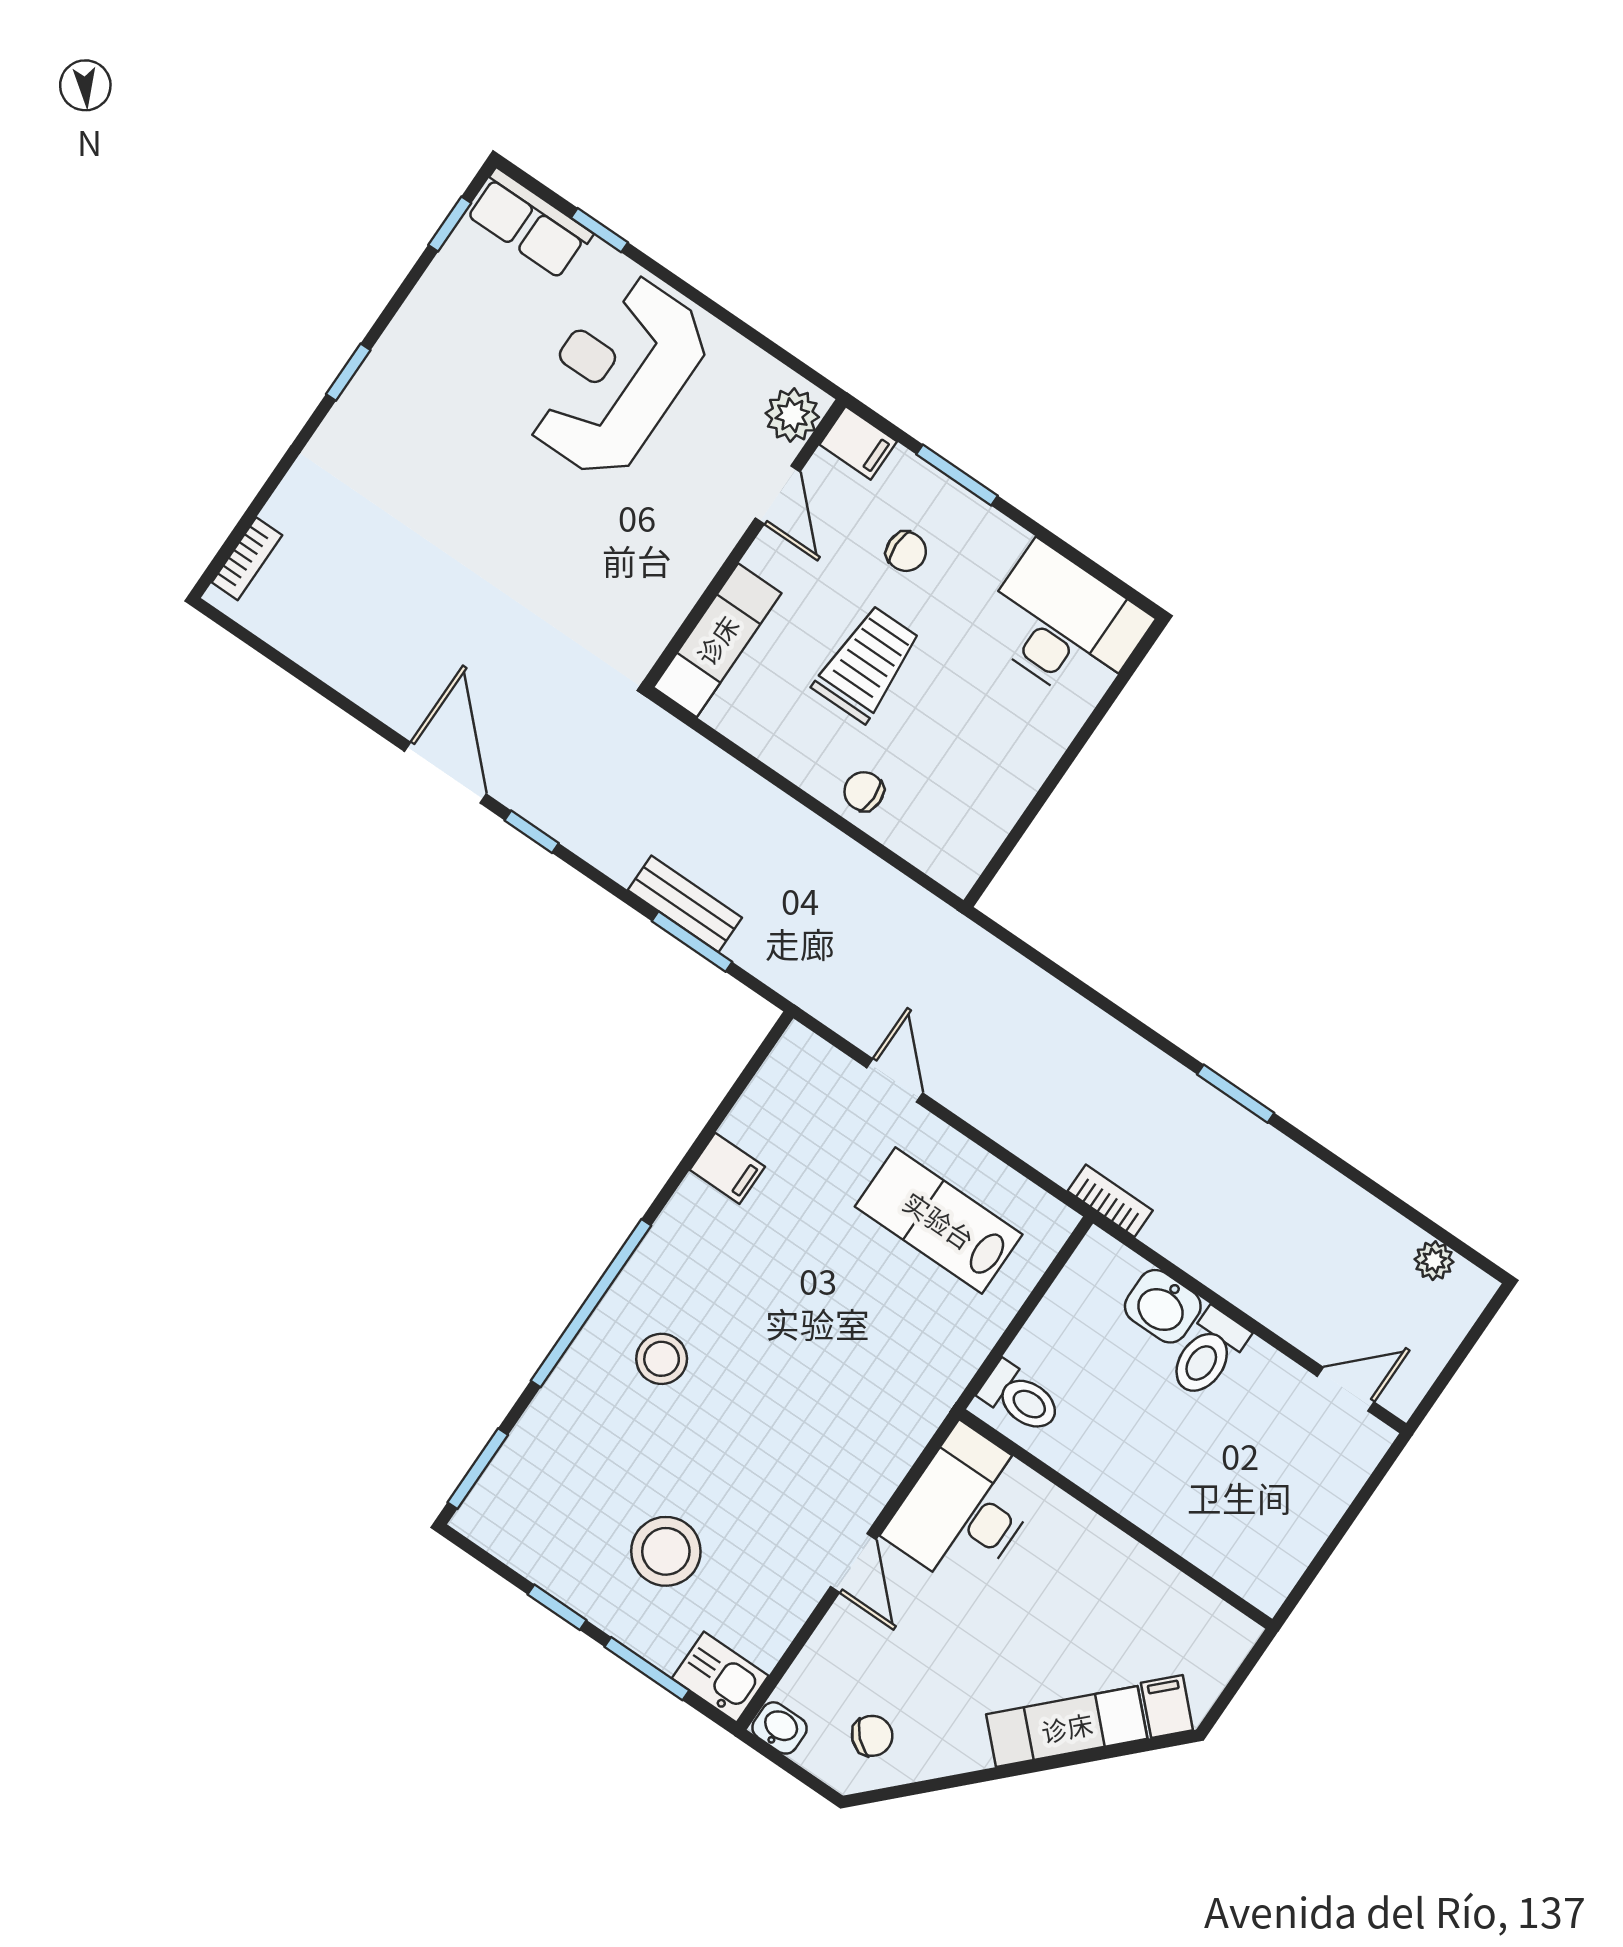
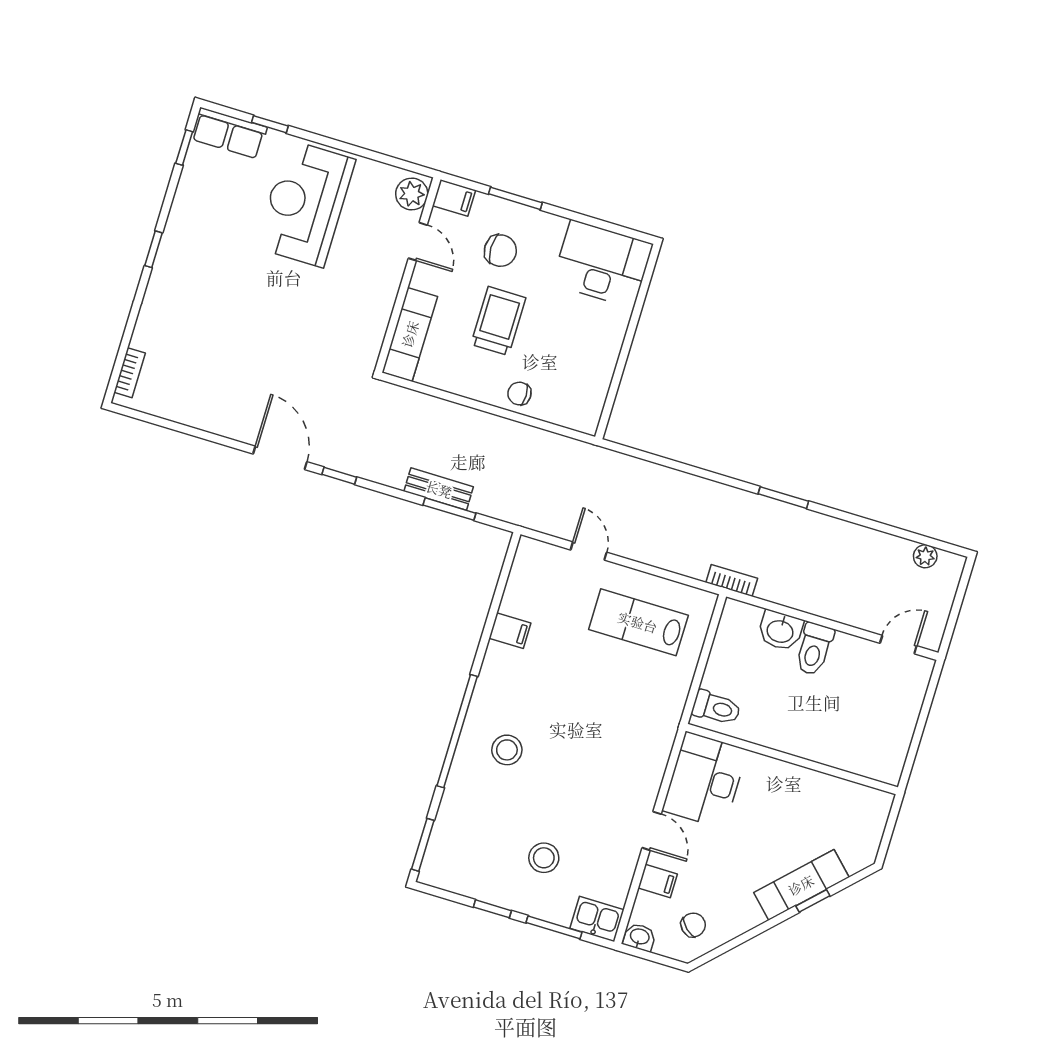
chair: (906, 551) -> (500, 251), width x1.37, depth x1.37
stool: (666, 1551) -> (544, 858), width x0.73, depth x0.73
filing cabinet: (1167, 1706) -> (658, 881), moved, turned 135
window: (1077, 1758) -> (813, 901), added

